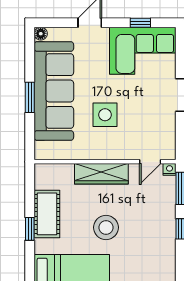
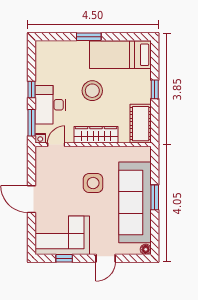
desk: (157, 210) -> (50, 105), added
cot: (47, 214) -> (141, 124), moved

